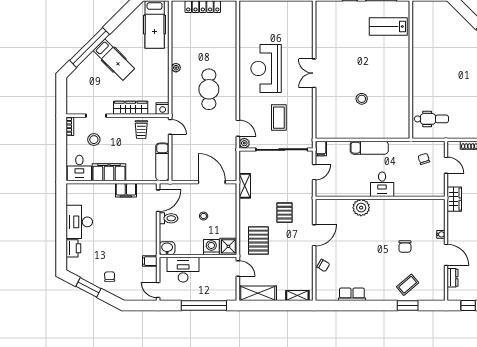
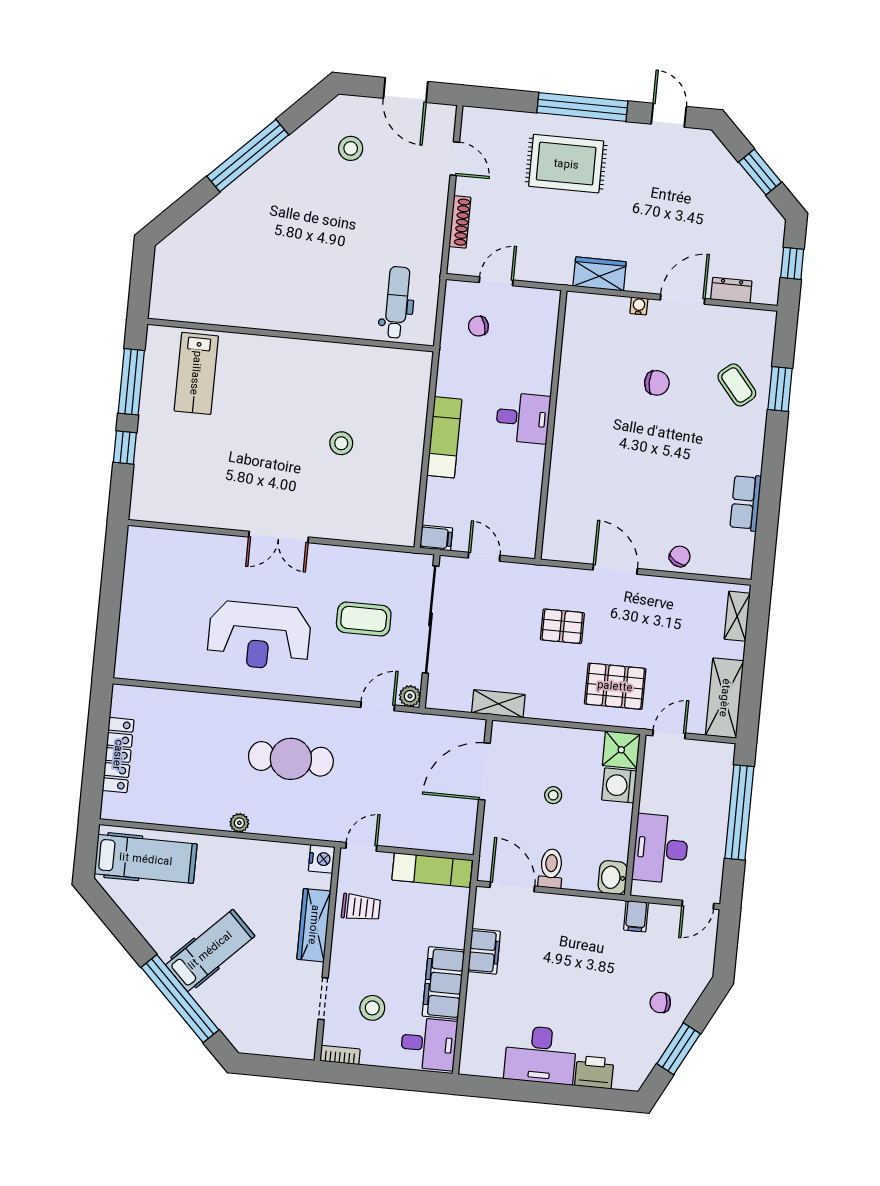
wardrobe: (454, 199) -> (600, 274), moved
plant: (361, 208) -> (567, 466), removed

